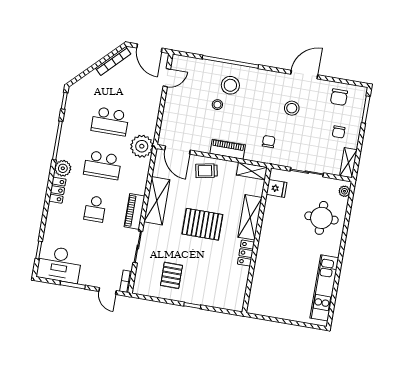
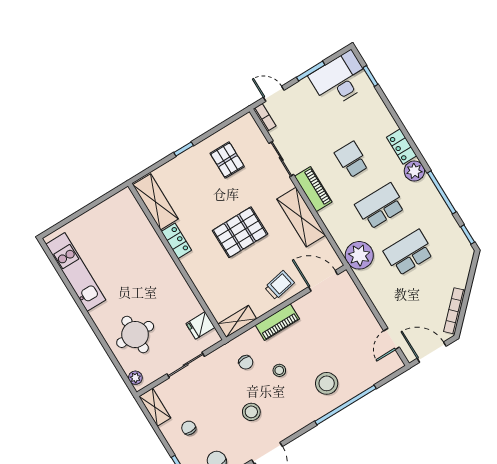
stool: (217, 105) -> (279, 370), moved
shelving: (250, 217) -> (155, 202), moved

